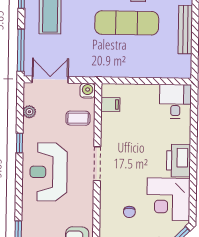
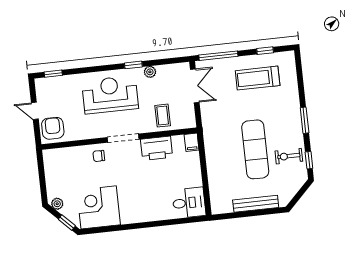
water cooler: (88, 91) -> (189, 121), removed
filing cabinet: (110, 104) -> (192, 142), moved
plant: (29, 112) -> (150, 72), moved
printer: (179, 161) -> (157, 148), moved, turned 180
chair: (129, 212) -> (99, 156), moved

